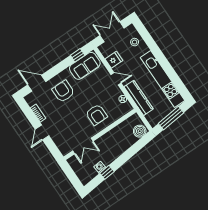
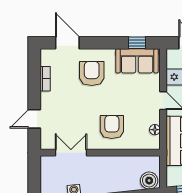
armchair: (96, 115) -> (112, 127), turned 180
door: (42, 132) -> (34, 119), moved
double door: (83, 146) -> (71, 153), swing flipped

